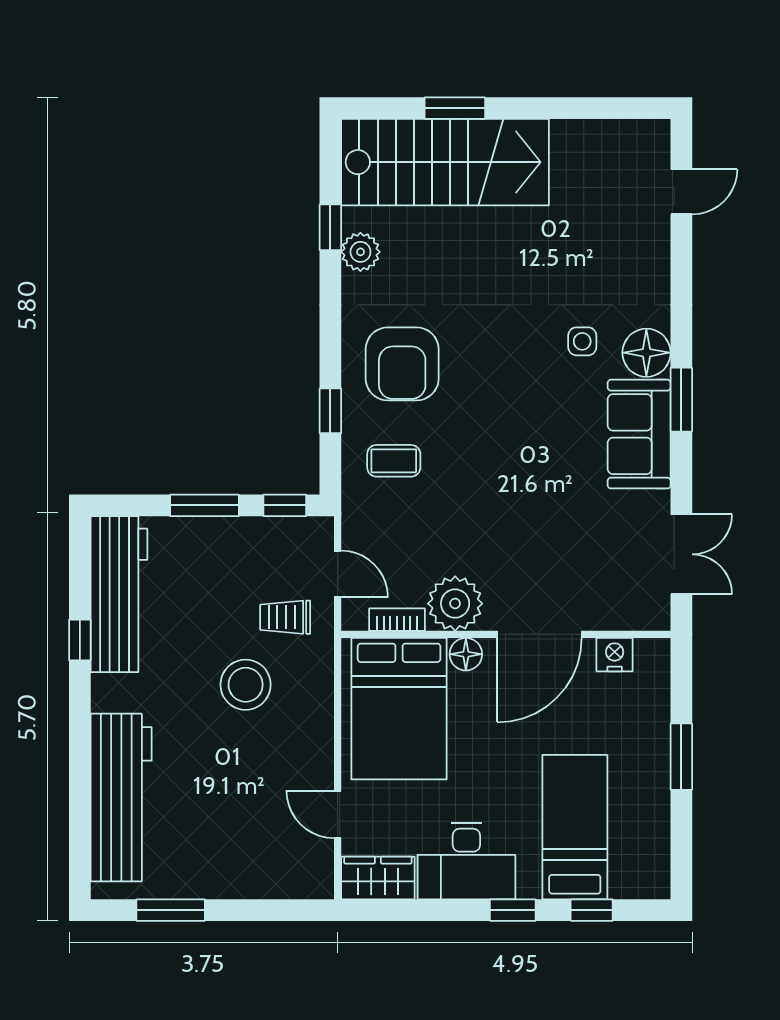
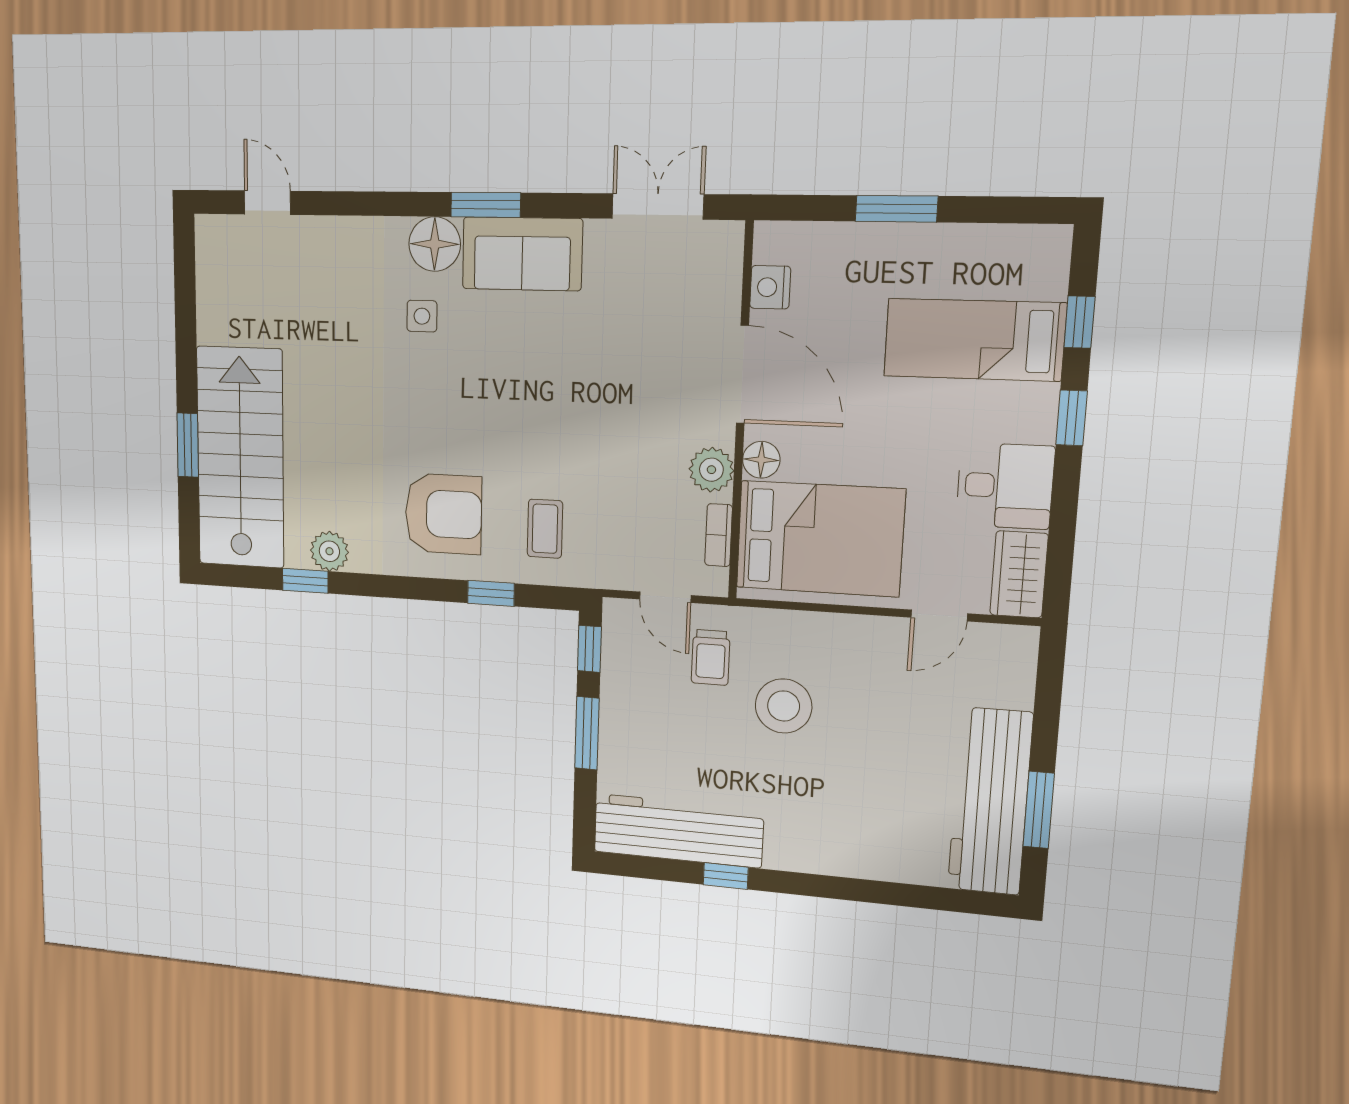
door: (338, 574) -> (665, 597), swing flipped
plant: (455, 604) -> (711, 470), width x0.73, depth x0.73
workbench: (121, 798) -> (990, 801), moved, turned -90
desk: (466, 861) -> (1005, 486), width x0.73

